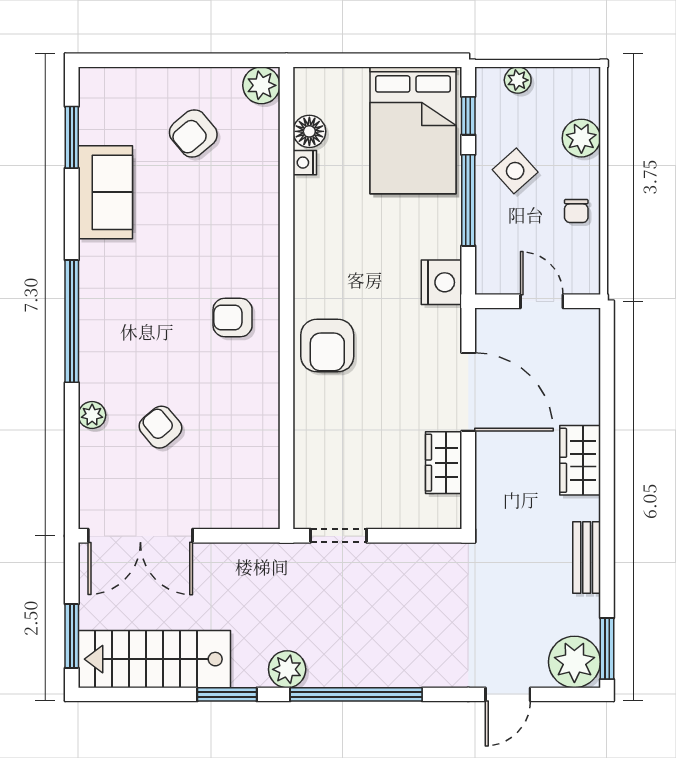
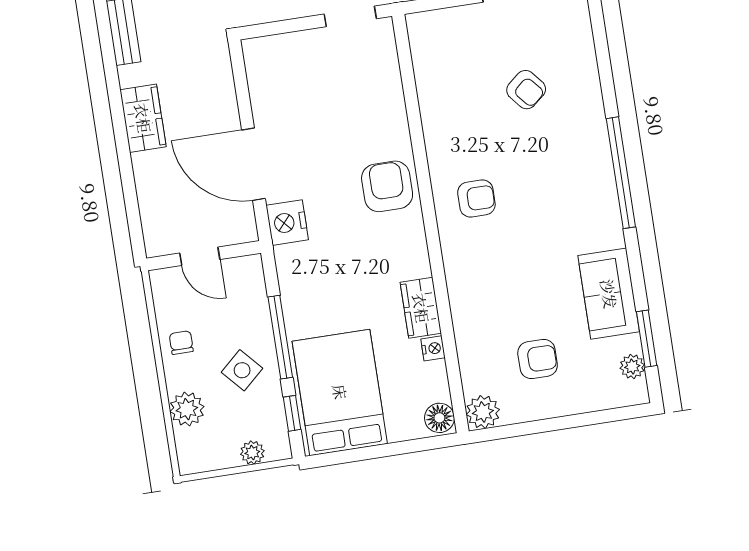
floor lamp: (309, 131) -> (439, 418), moved
armchair: (193, 134) -> (538, 359), turned 40
nightstand: (441, 282) -> (287, 223), moved
plant: (92, 415) -> (632, 366), moved
wardrobe: (444, 463) -> (421, 308), moved, turned 180

